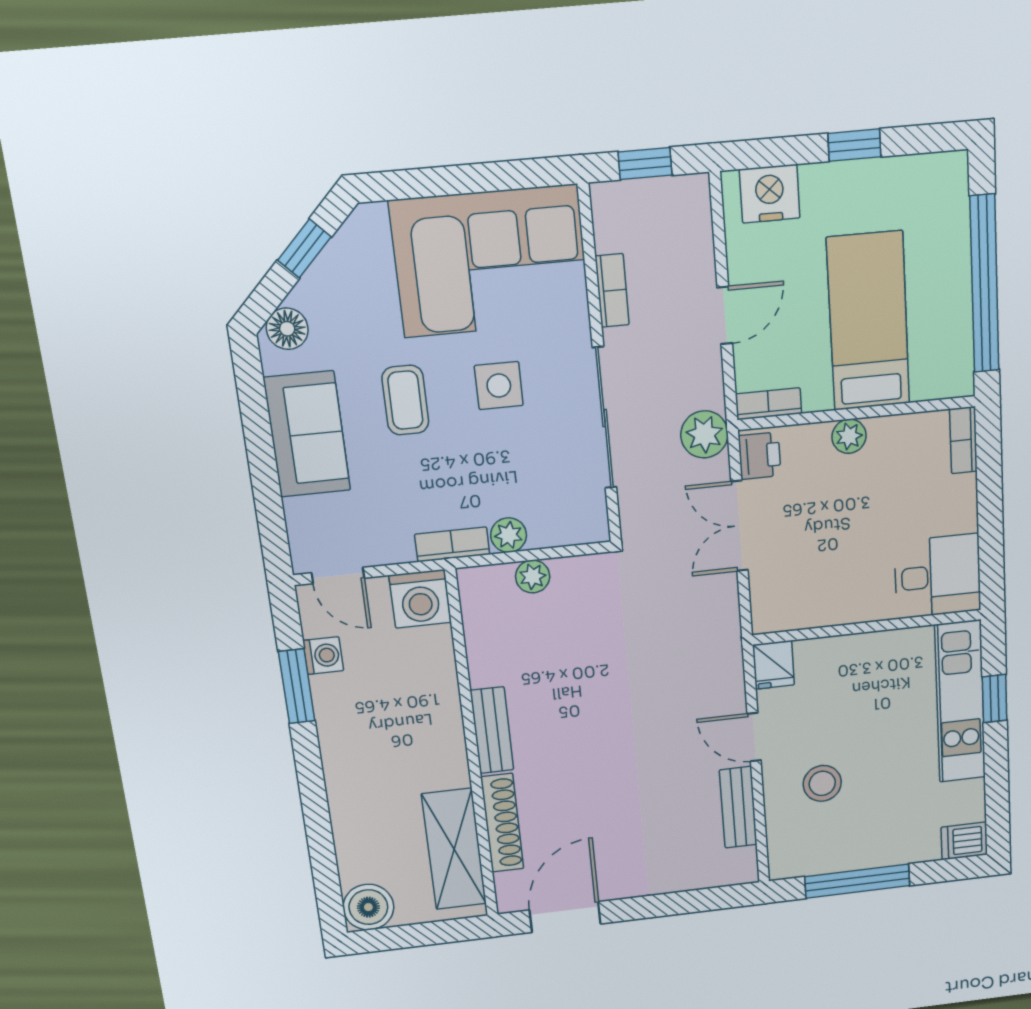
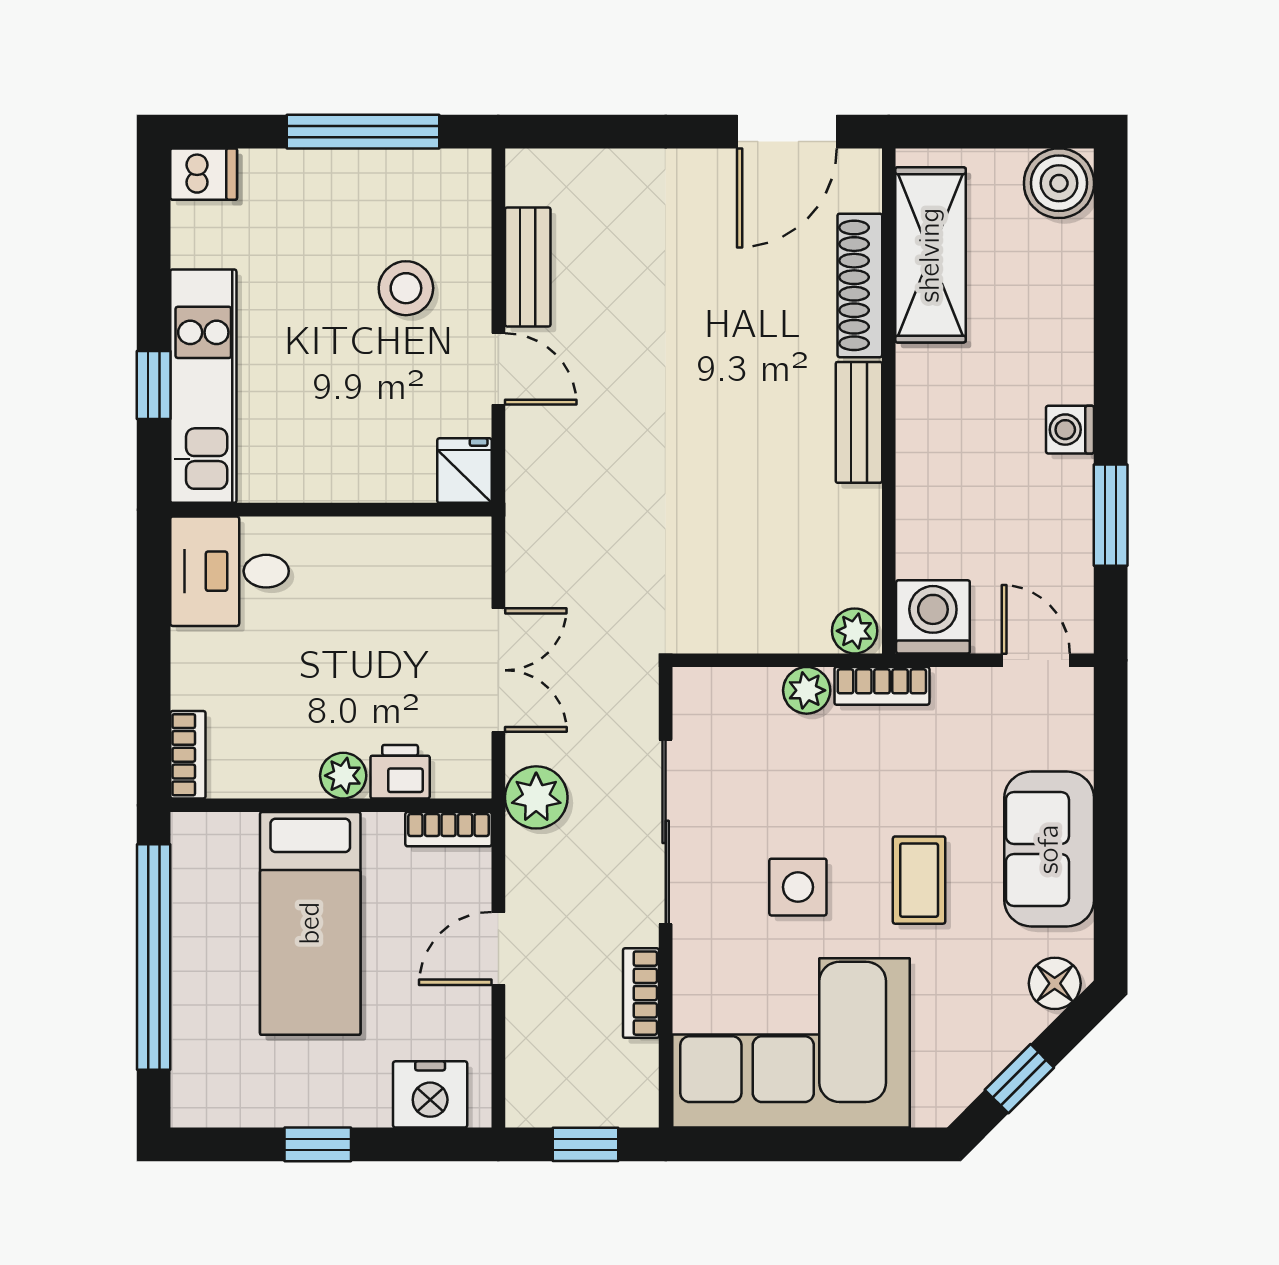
printer: (760, 456) -> (400, 772), moved, turned 90
plant: (533, 577) -> (855, 631), moved
washing machine: (323, 656) -> (1070, 430), moved

